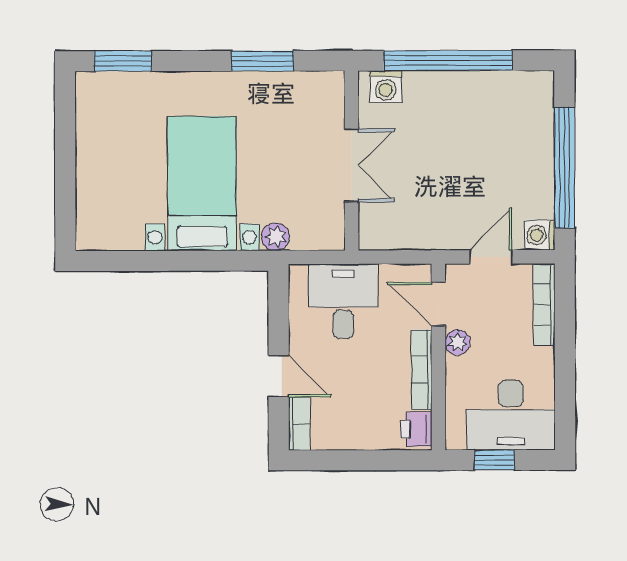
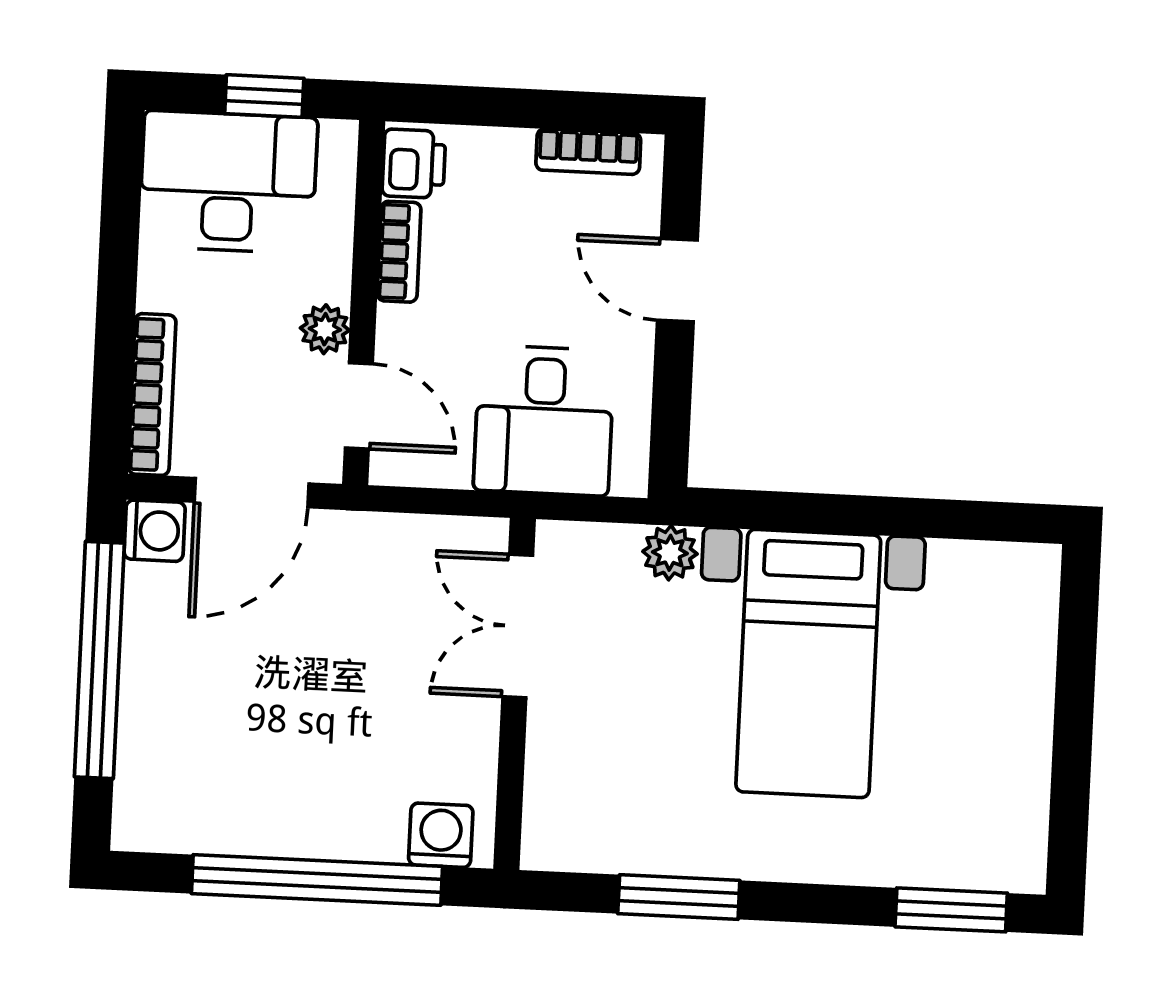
double door: (351, 165) -> (518, 626), moved
door: (491, 257) -> (252, 493), width x1.37
bookcase: (422, 369) -> (399, 252), width x0.64
bookcase: (299, 424) -> (588, 152), moved, turned -90

